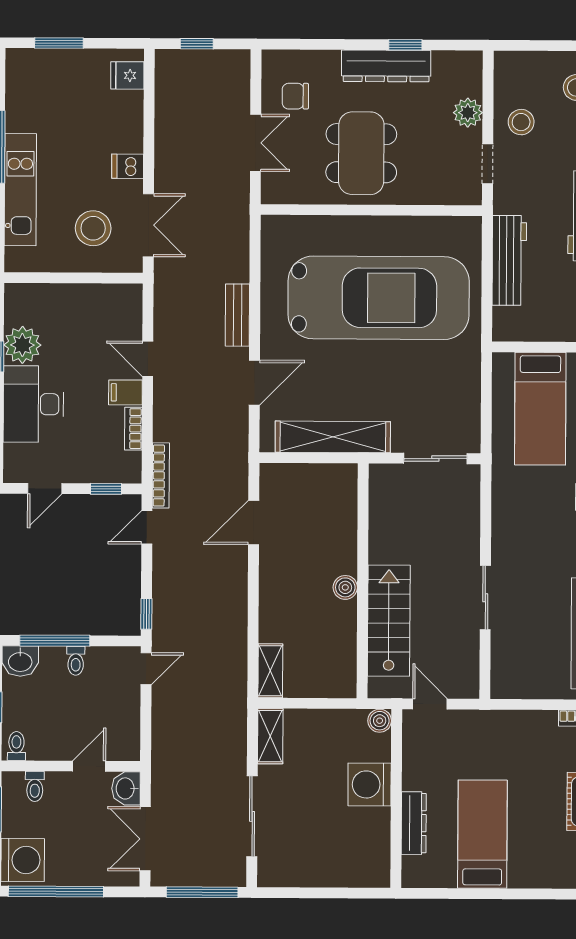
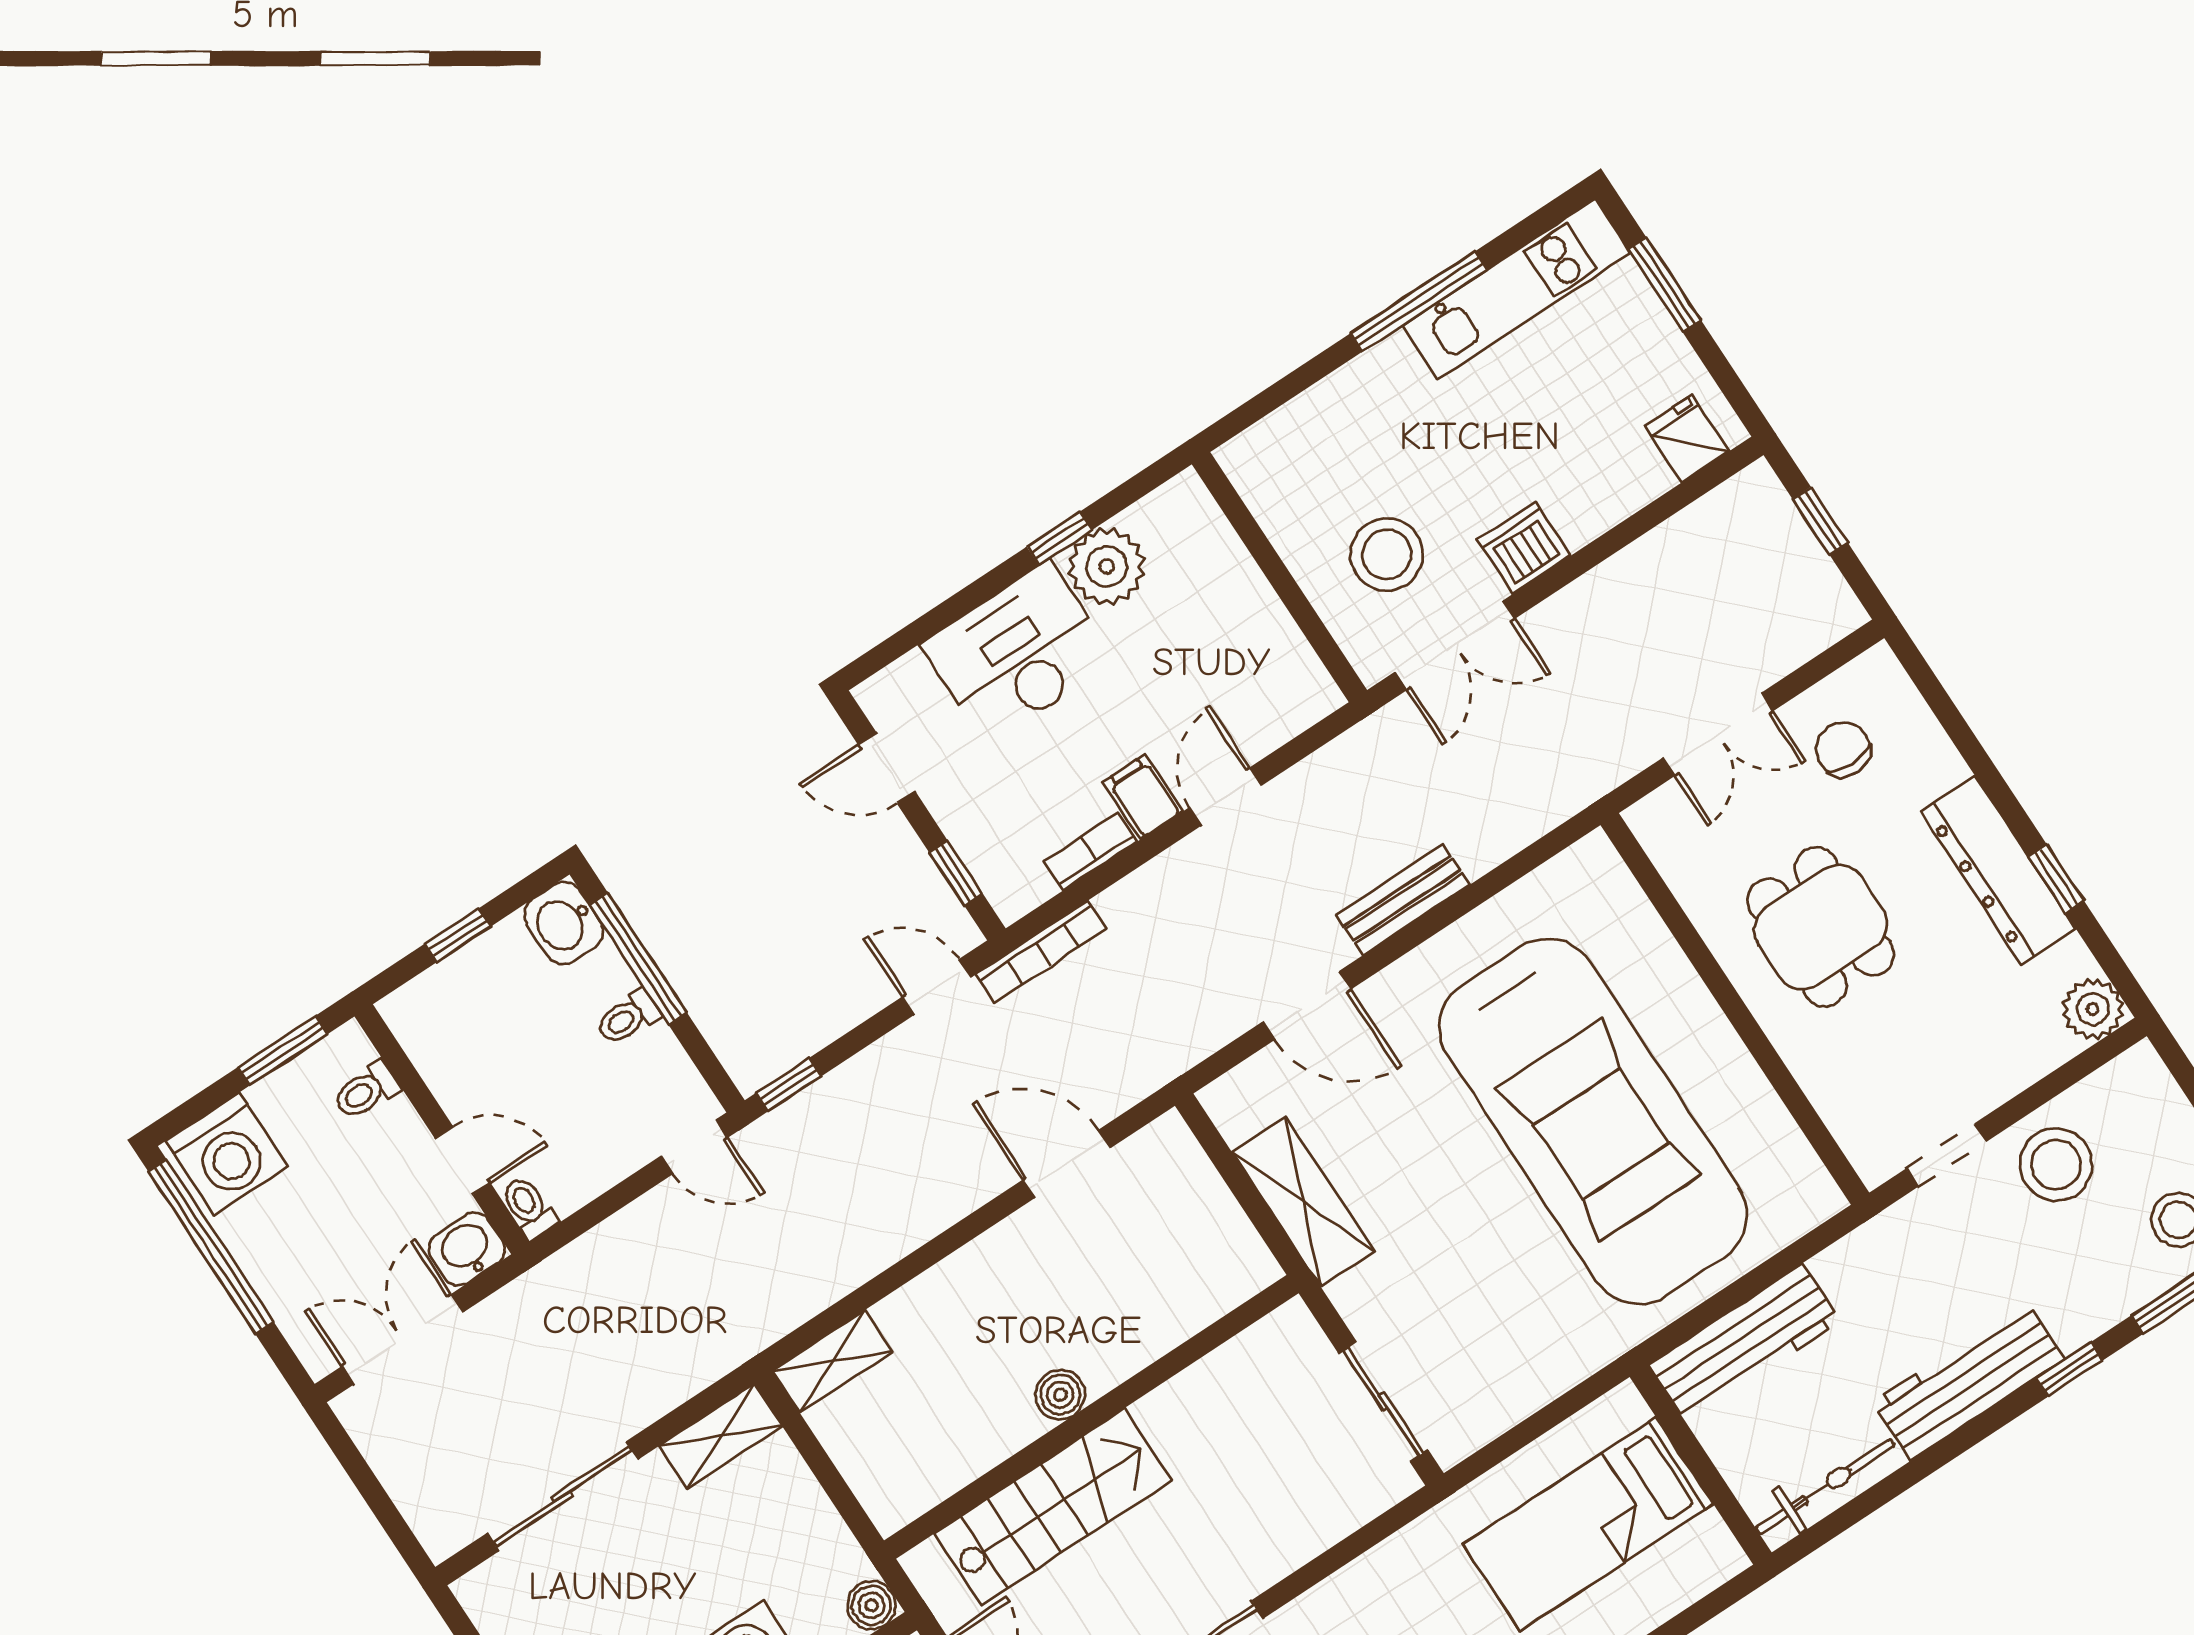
plant: (468, 113) -> (2093, 1009), moved
stool: (521, 122) -> (2056, 1165), width x1.38, depth x1.38
dining table: (361, 153) -> (1821, 927), width x0.73
dishwasher: (128, 166) -> (1524, 548), width x1.38
kitchen unit: (20, 190) -> (1516, 289), moved
workbench: (509, 260) -> (1744, 1343), moved
shelving: (333, 437) -> (1303, 1202), width x0.68
toilet: (16, 746) -> (529, 1207), moved, turned -90
window: (202, 892) -> (376, 1497), removed

